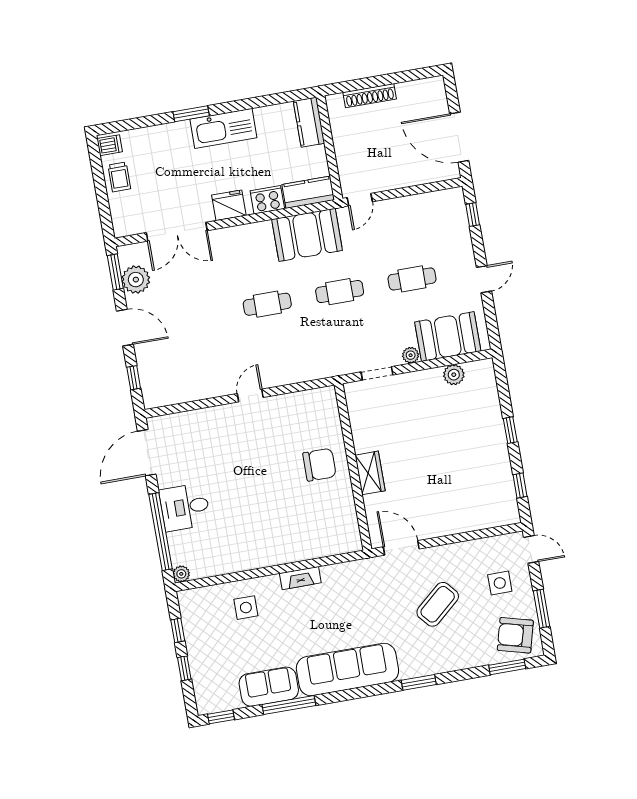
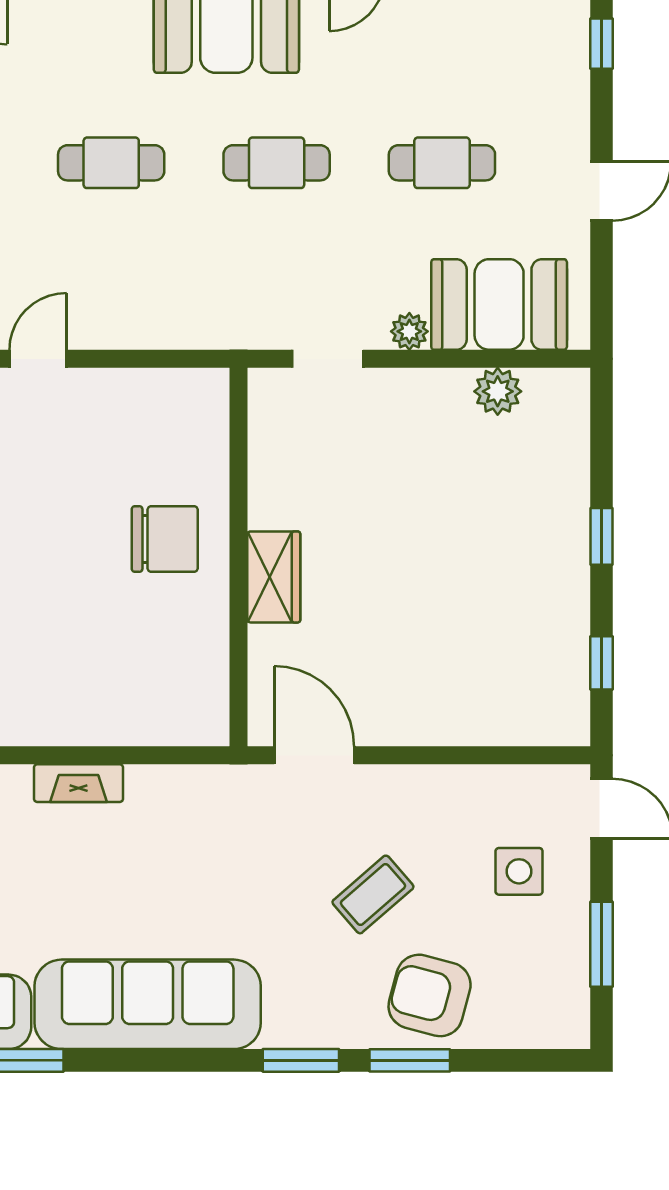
coffee table: (438, 604) -> (373, 894), width x0.73, depth x0.77
armchair: (515, 635) -> (430, 995), moved
window: (507, 667) -> (410, 1060), moved

